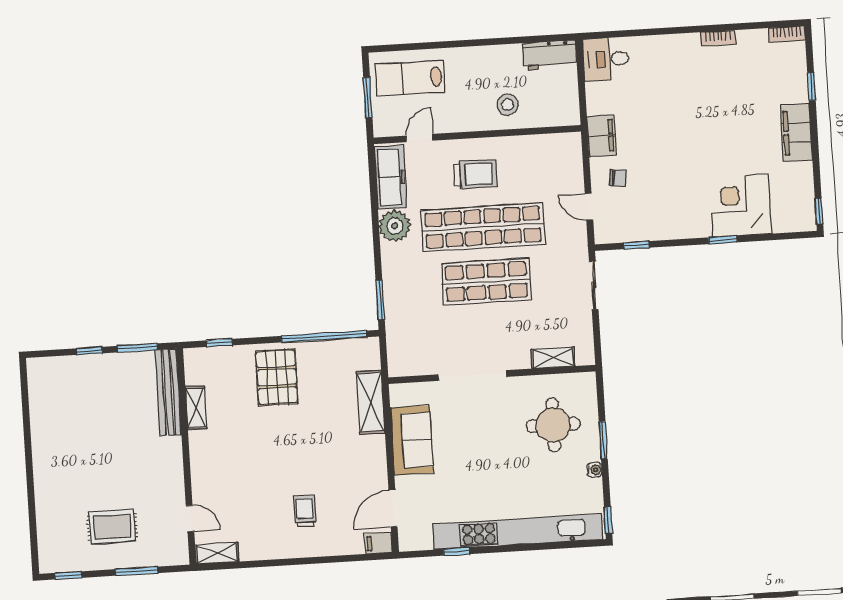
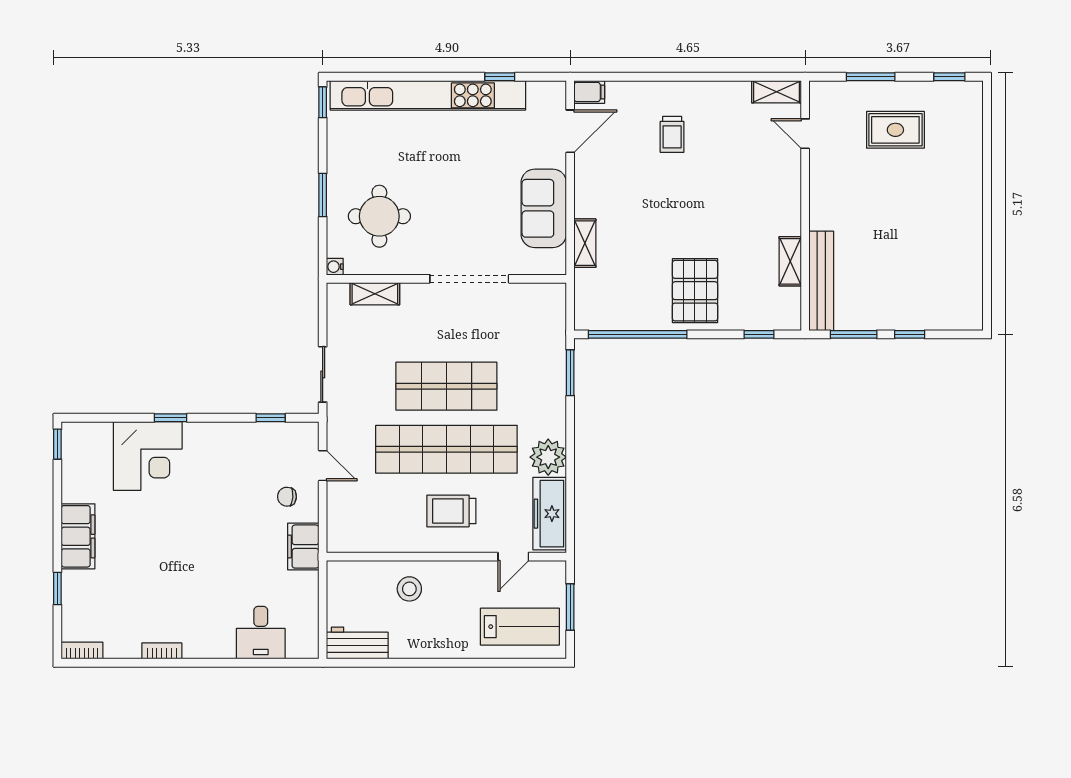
desk: (606, 59) -> (261, 633), moved, turned 90
shelving: (371, 402) -> (585, 243), width x0.67, depth x0.75
water cooler: (595, 470) -> (335, 267), moved

